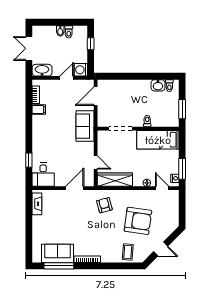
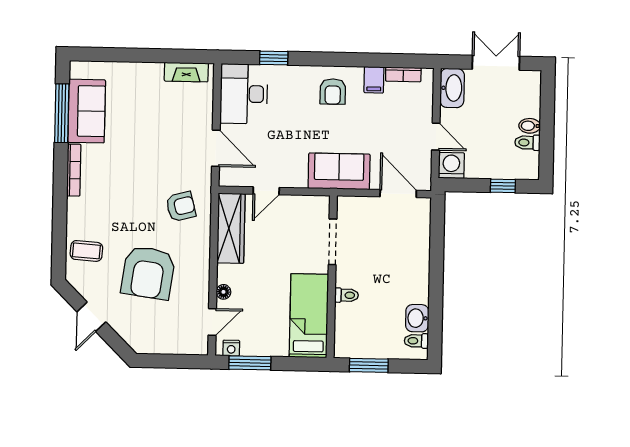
armchair: (45, 130) -> (333, 92), added
desk: (43, 175) -> (244, 94), width x1.37

